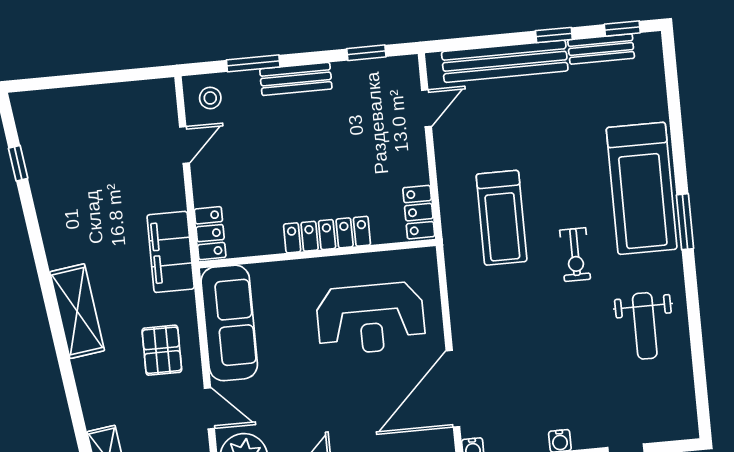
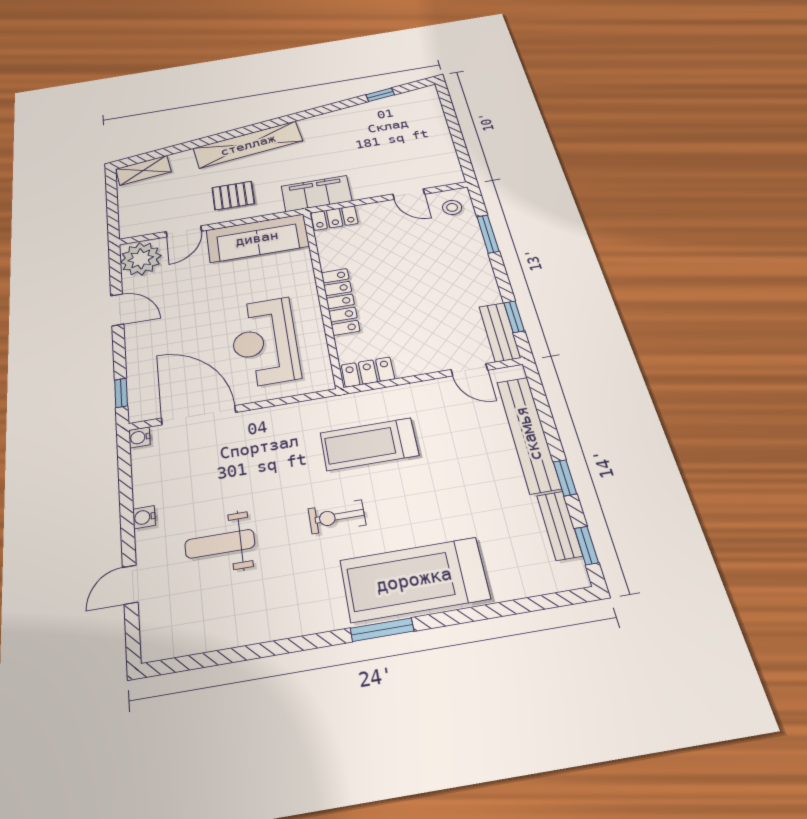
bench: (296, 79) -> (500, 332), moved
shelving: (77, 311) -> (248, 145), width x1.47
weight bench: (645, 326) -> (220, 544), moved

